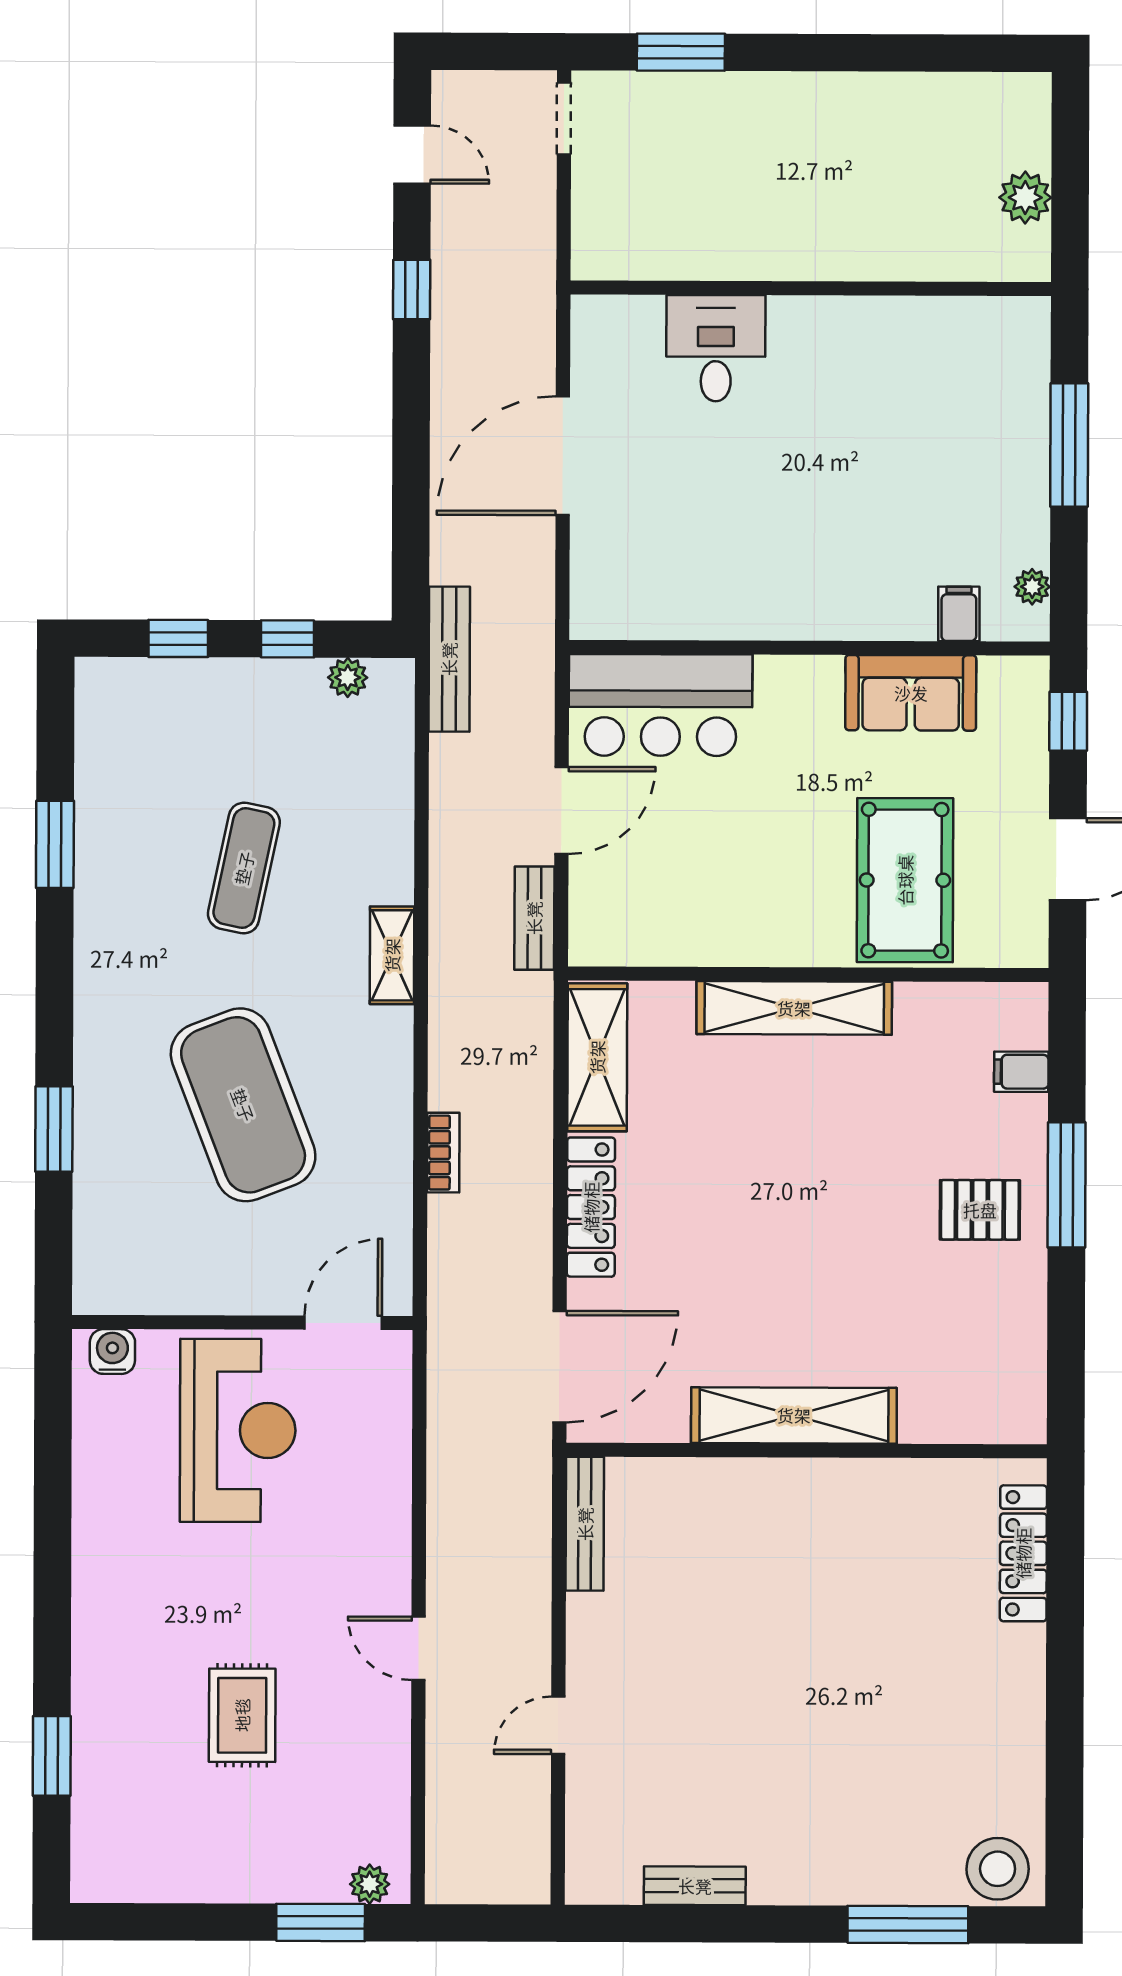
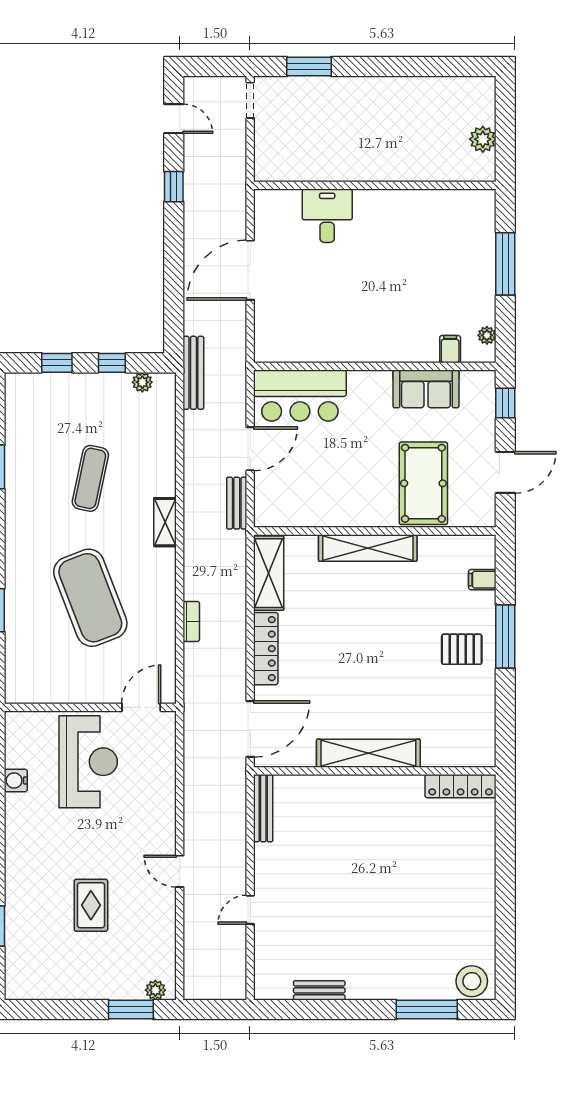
water cooler: (112, 1352) -> (16, 780), moved, turned -90
locker: (1023, 1553) -> (461, 786), moved, turned -90

